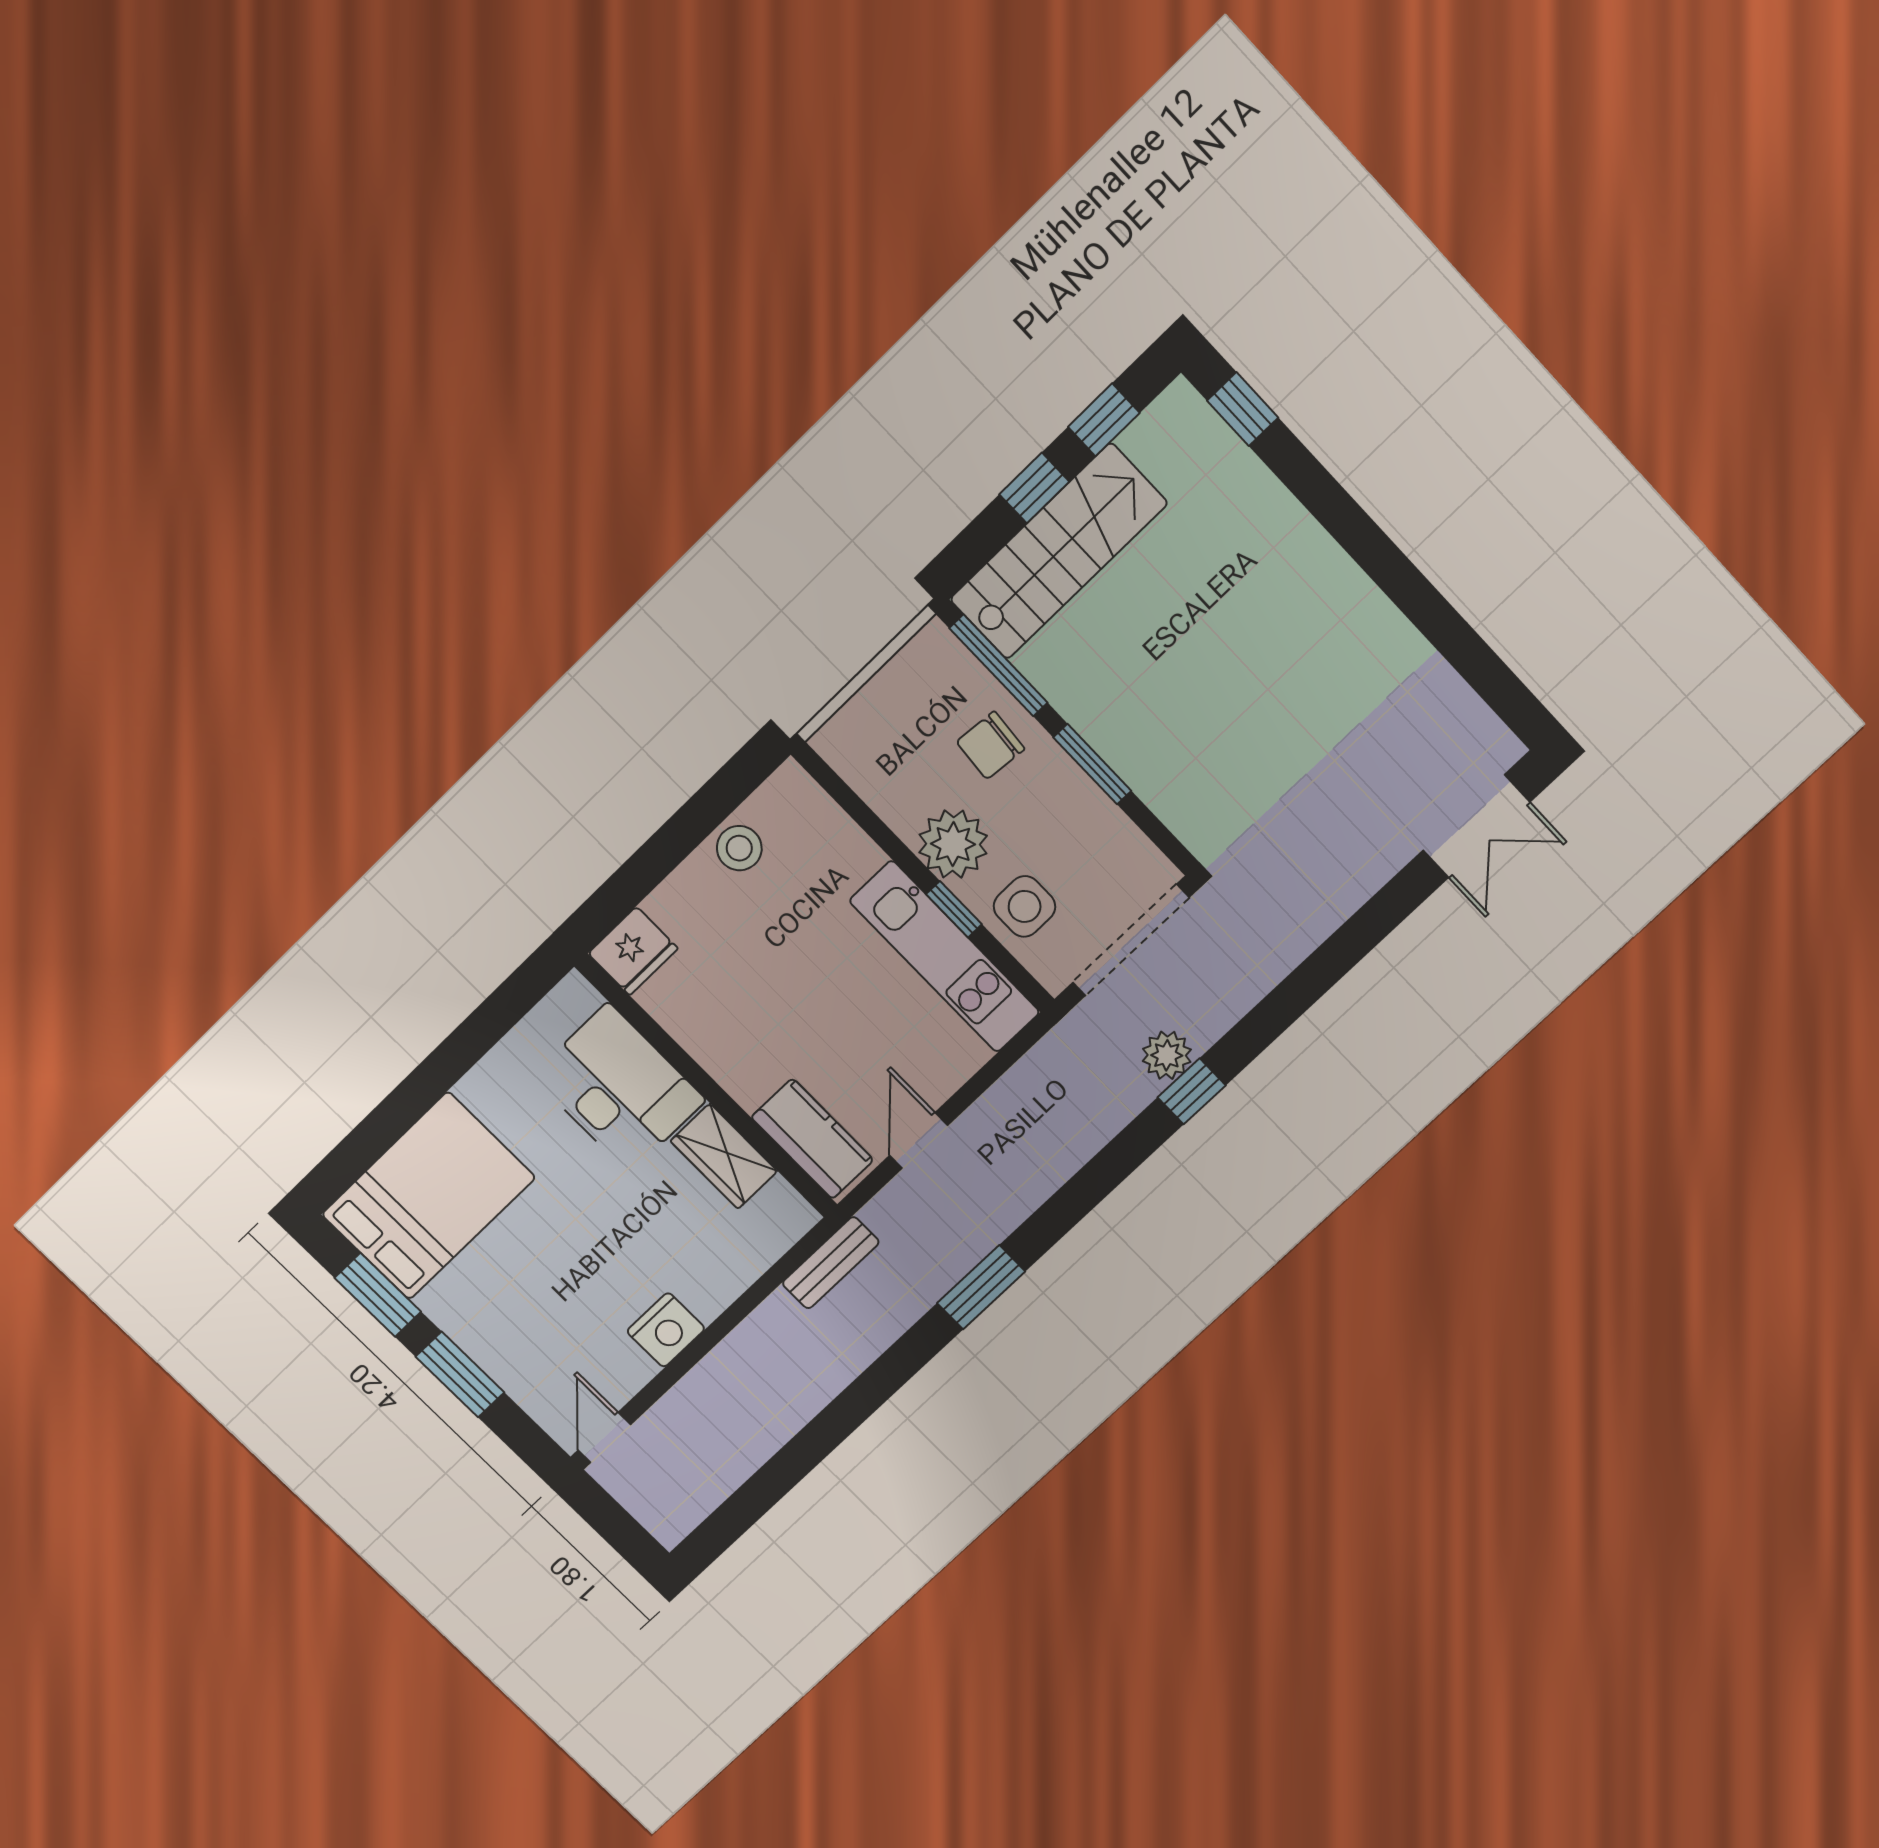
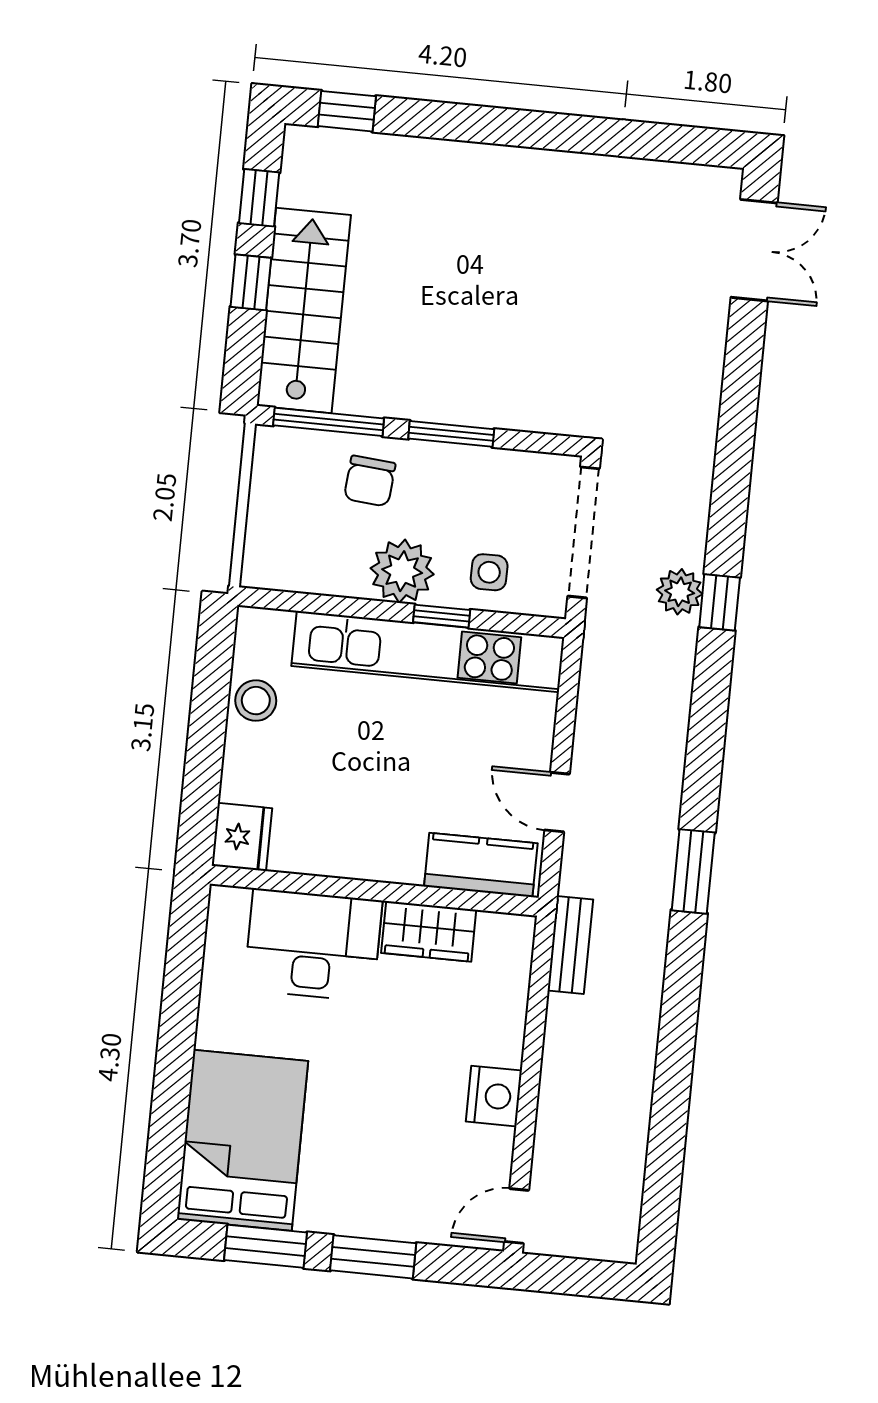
side table: (1025, 906) -> (489, 572), width x0.73, depth x0.73
kitchen unit: (945, 957) -> (428, 652), width x1.36
door: (604, 1437) -> (517, 1216), hinge flipped

